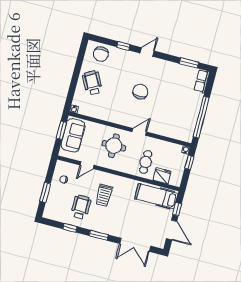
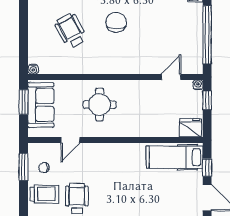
wheelchair: (92, 83) -> (71, 31), moved
door: (139, 132) -> (171, 77), moved
cafe table: (146, 162) -> (148, 115), removed
fridge: (162, 176) -> (190, 128), moved
window: (45, 192) -> (24, 167), moved
trolley: (104, 195) -> (44, 194), moved, turned -90

